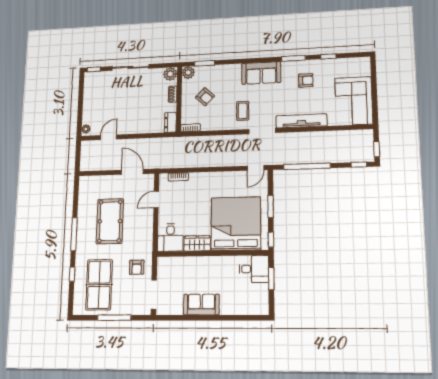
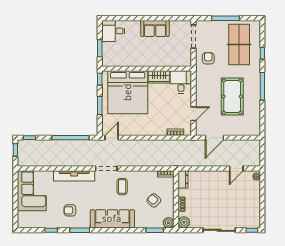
sofa: (261, 73) -> (112, 219), width x1.36
door: (132, 172) -> (214, 138), hinge flipped
desk: (254, 269) -> (113, 31), moved

